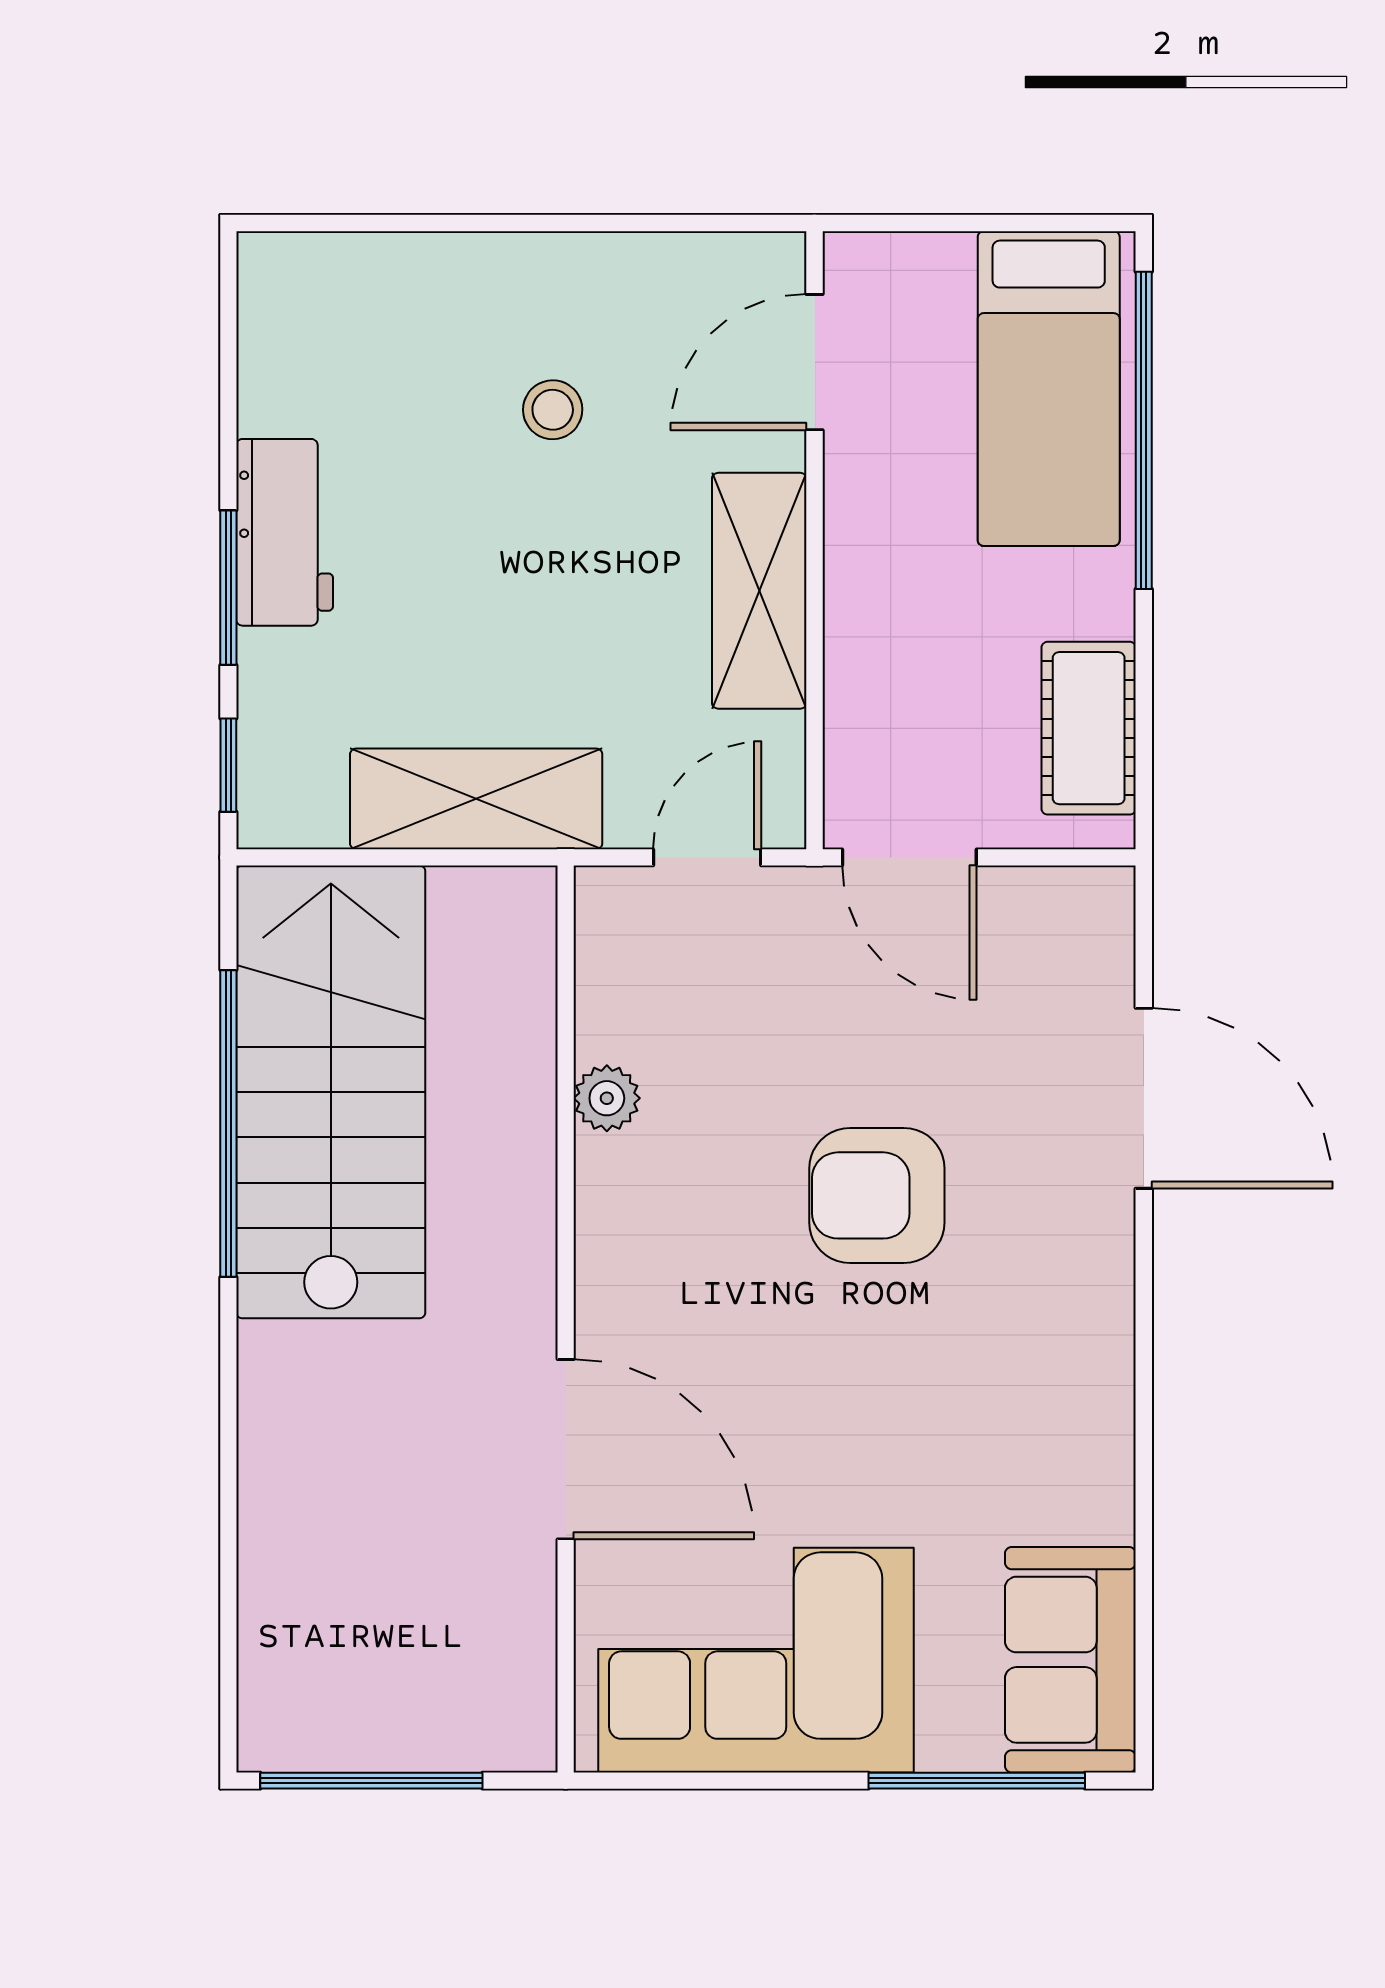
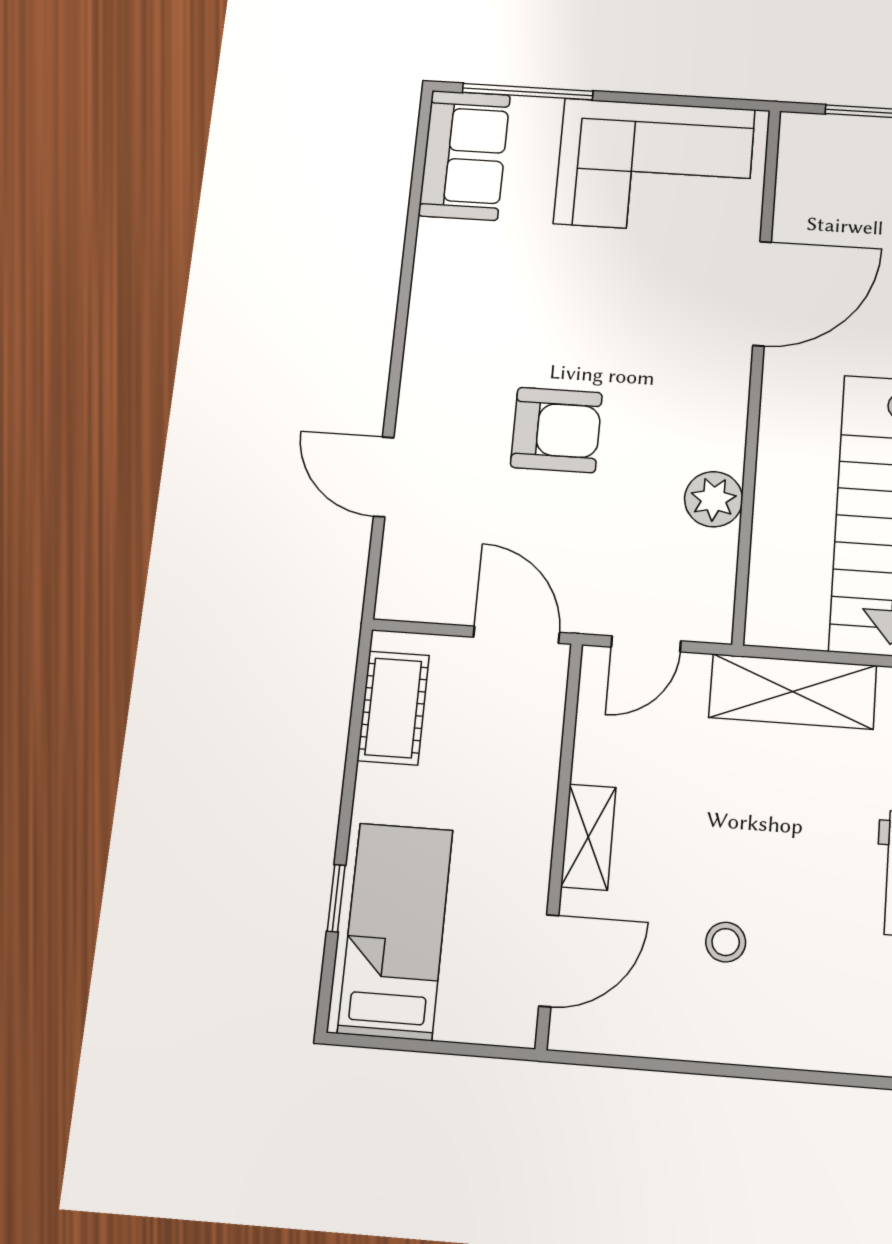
window: (1144, 430) -> (336, 898), width x0.32
shelving: (759, 591) -> (588, 837), width x0.67, depth x0.75
plant: (607, 1098) -> (714, 499), width x1.38, depth x1.38
door: (1144, 1098) -> (384, 477), width x0.73
door: (566, 1449) -> (762, 294), swing flipped

